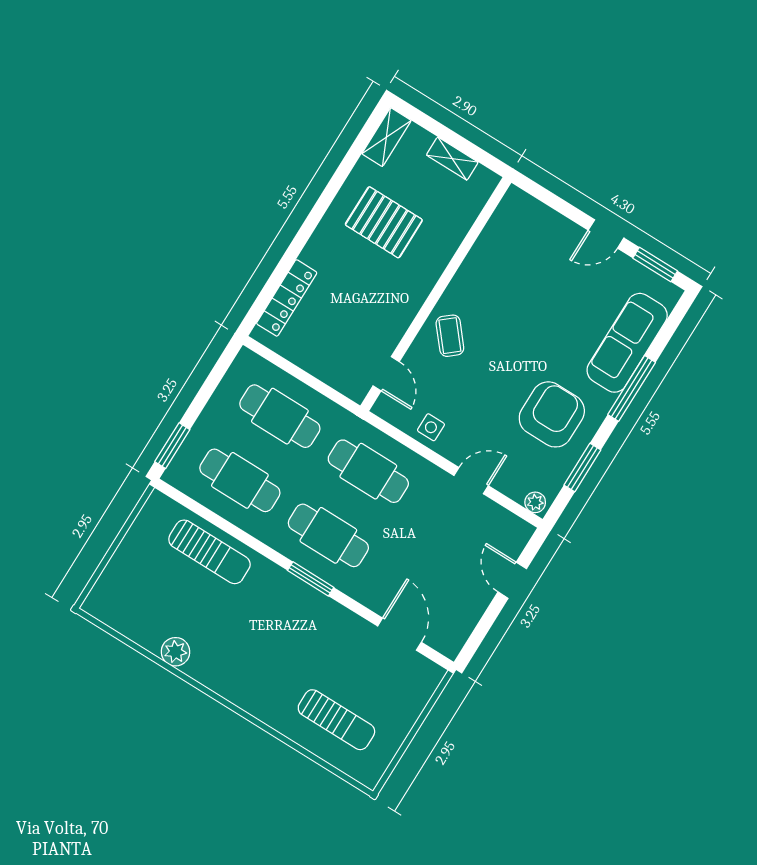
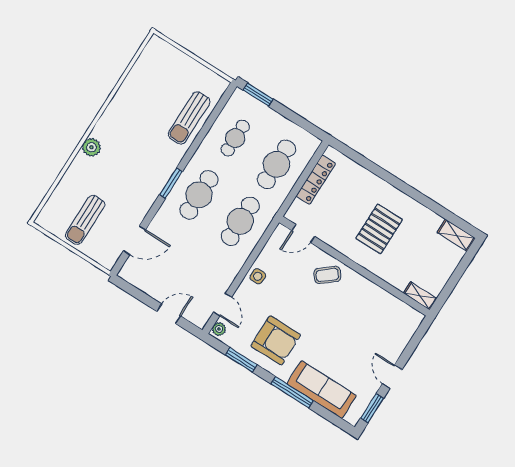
shelving: (452, 159) -> (420, 296), moved, turned 90
pallet: (384, 222) -> (379, 229), moved
locker: (287, 298) -> (316, 180), moved, turned -90
side table: (431, 427) -> (258, 276), moved
cafe table: (240, 480) -> (235, 138), width x0.73, depth x0.74
door: (471, 481) -> (223, 305), moved
plant: (175, 652) -> (91, 147), moved
sun lounger: (336, 720) -> (85, 220), moved

